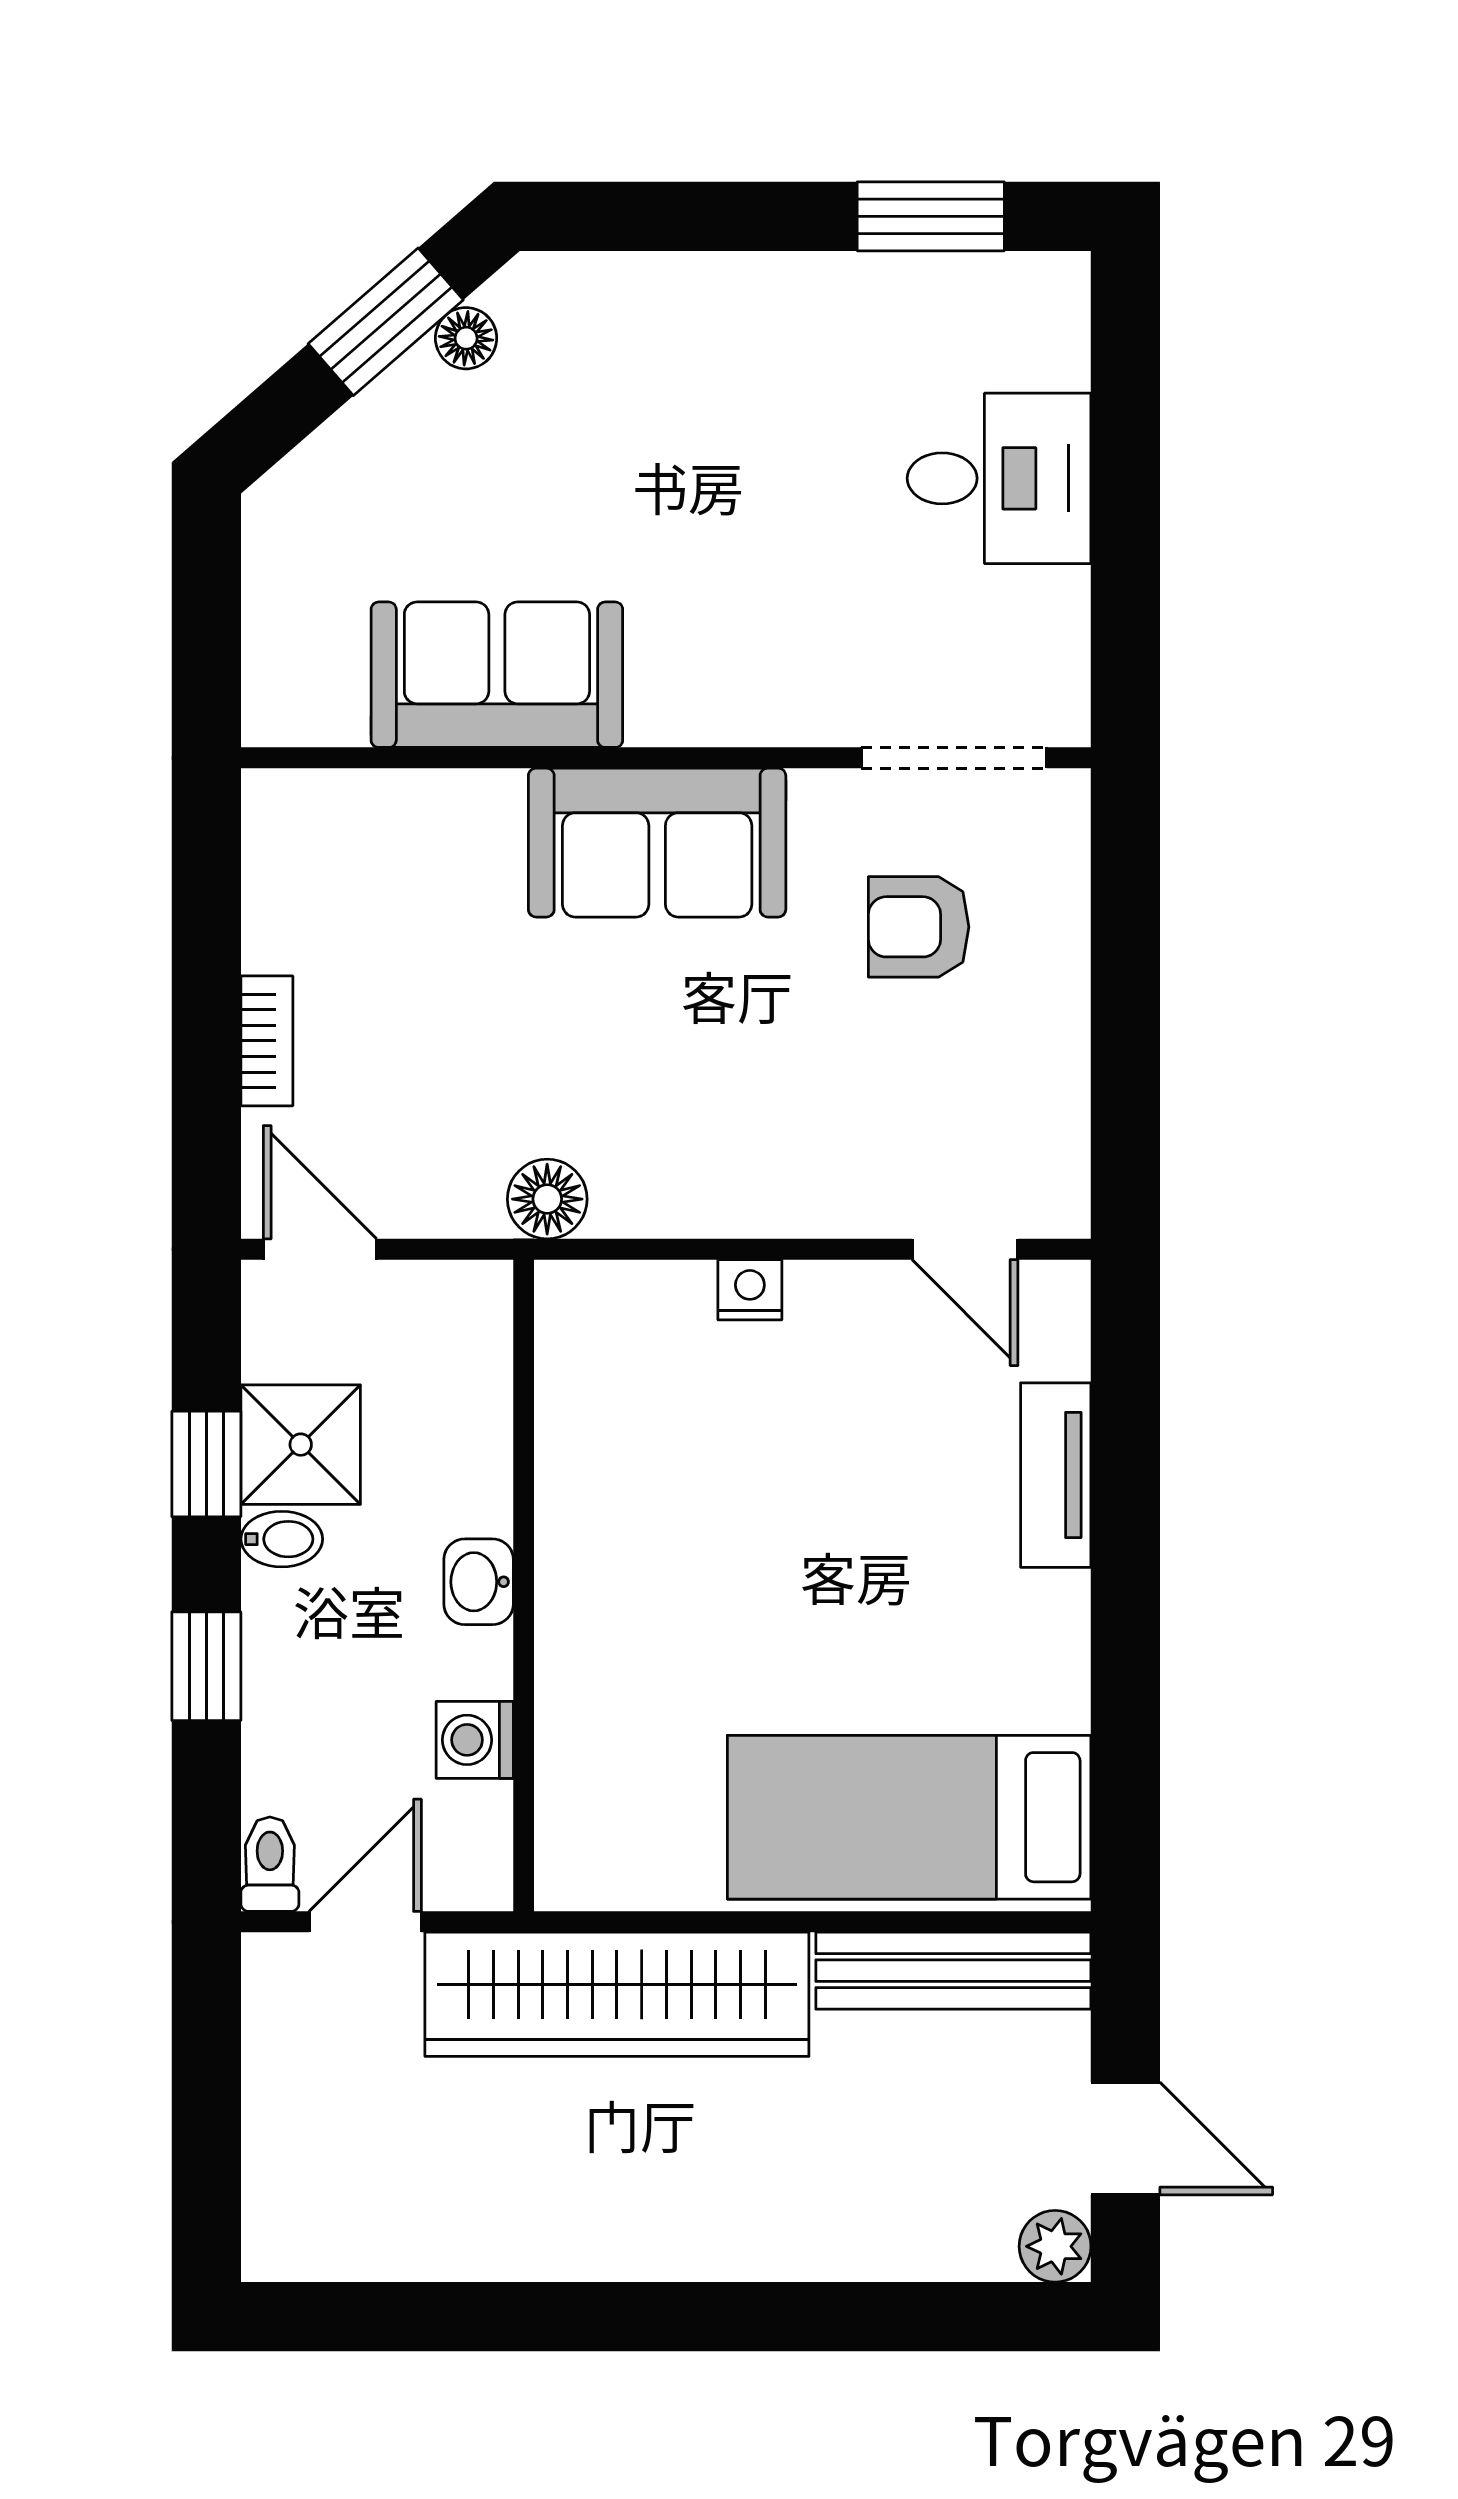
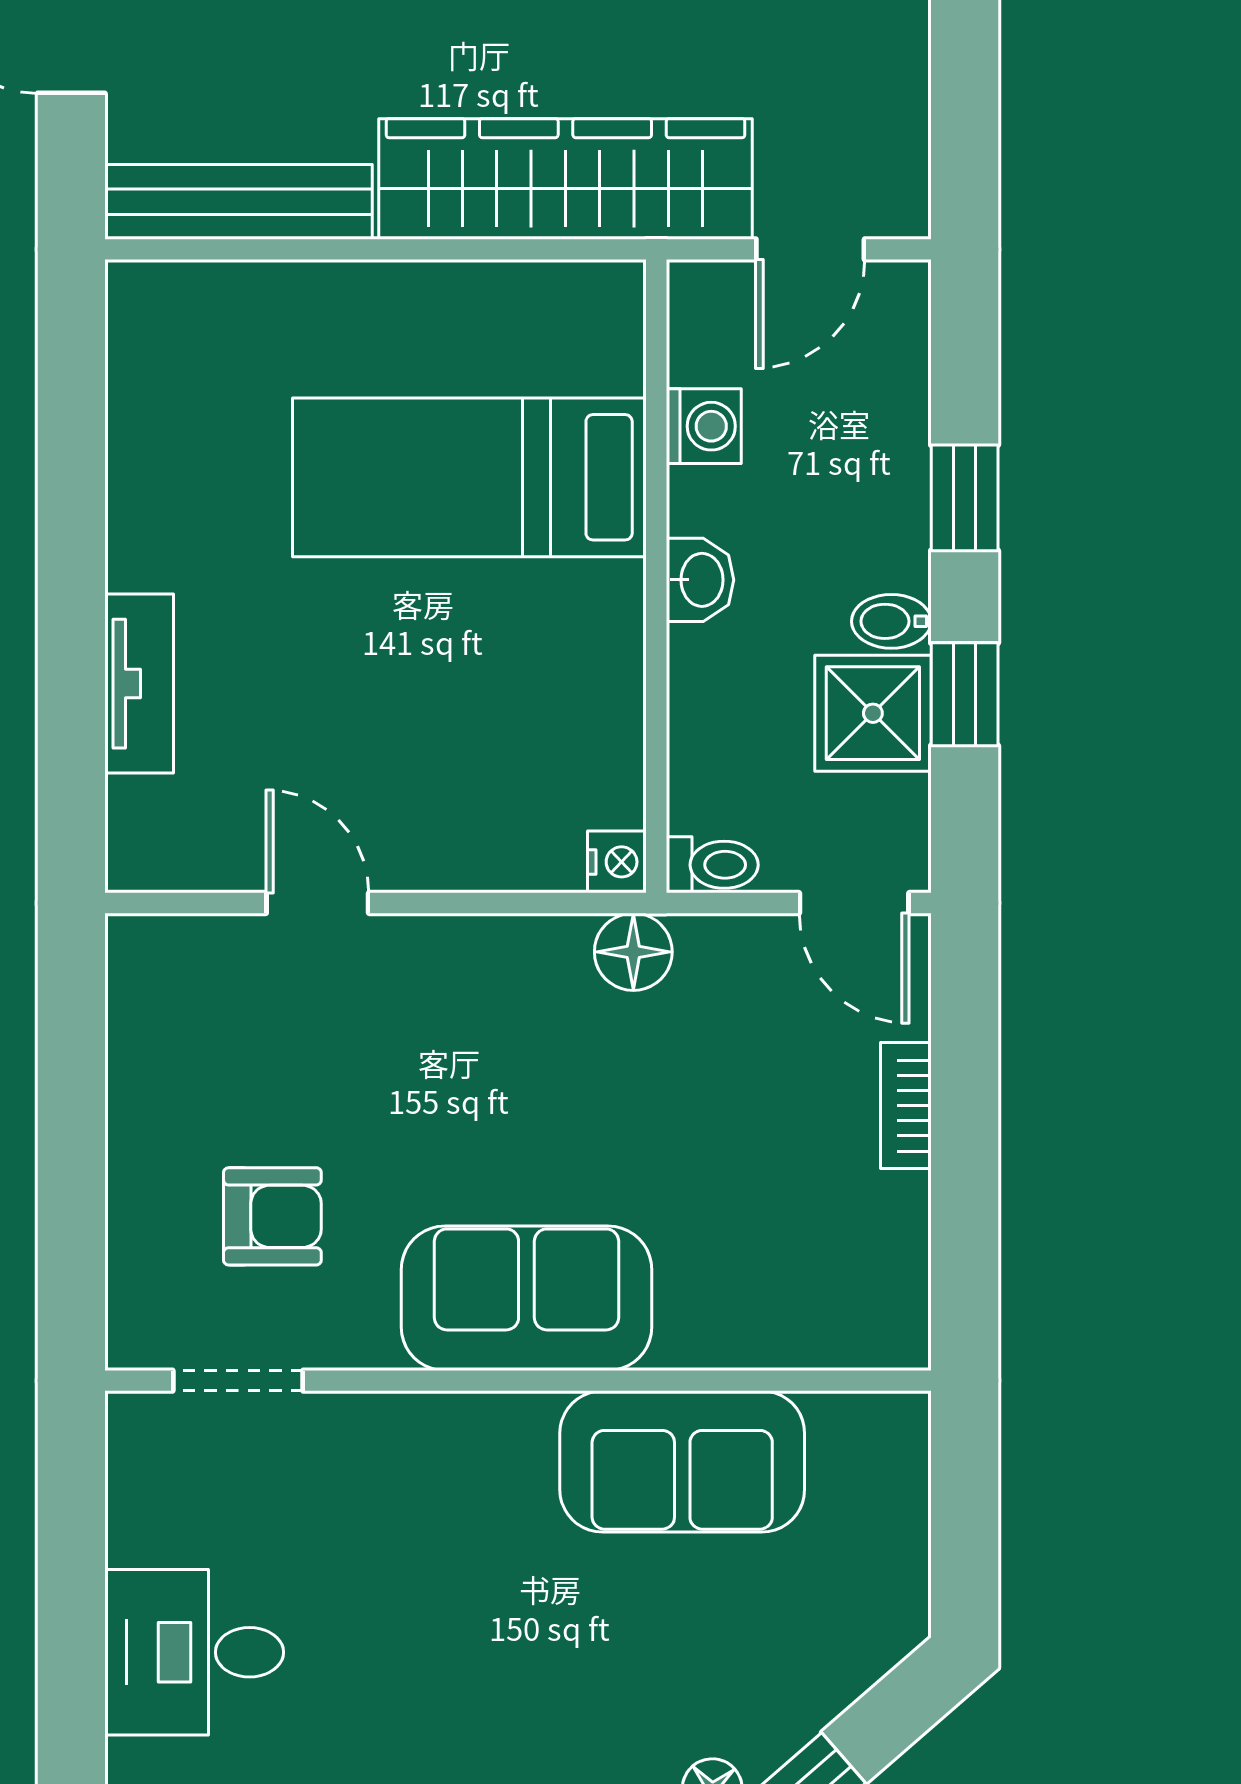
doorway: (954, 758) -> (238, 1381), width x0.73
door: (965, 1249) -> (317, 903), moved
nightstand: (750, 1290) -> (617, 862), moved, turned -90
bed: (909, 1817) -> (469, 477), moved, turned 180
toilet: (270, 1864) -> (712, 865), moved, turned -90

